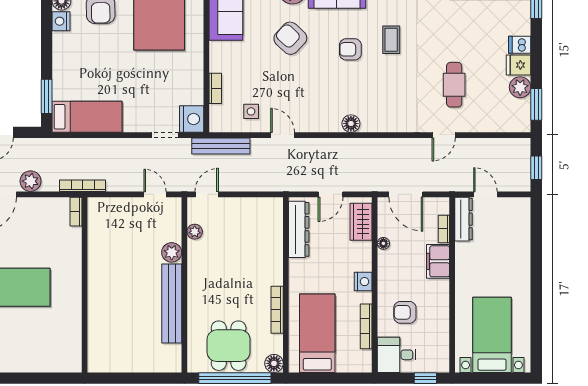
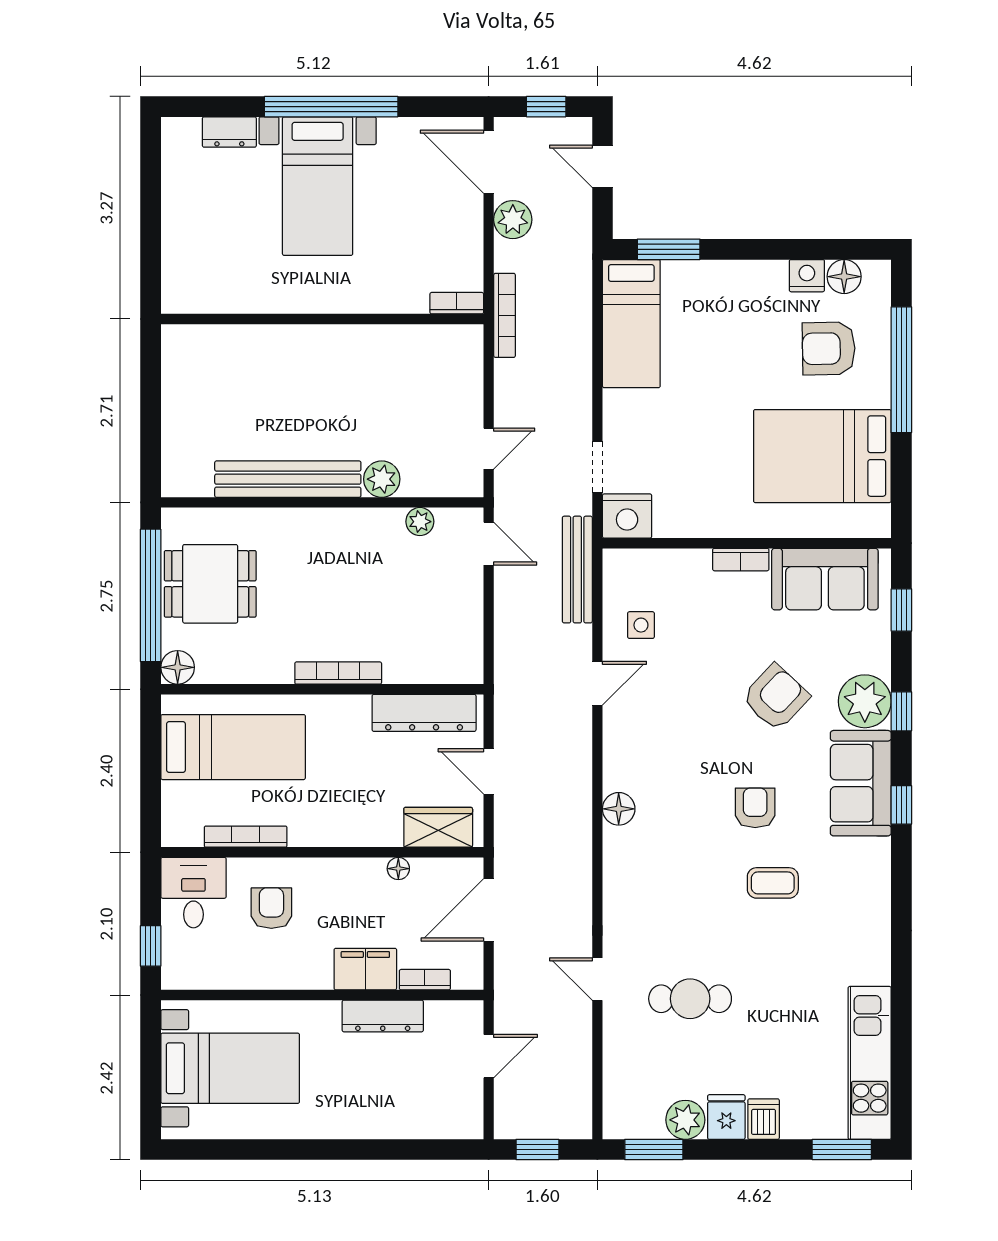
bookcase: (215, 88) -> (741, 560), moved
dresser: (464, 219) -> (383, 1016), moved
nightstand: (363, 282) -> (328, 831), removed
bookcase: (277, 310) -> (338, 673), moved

